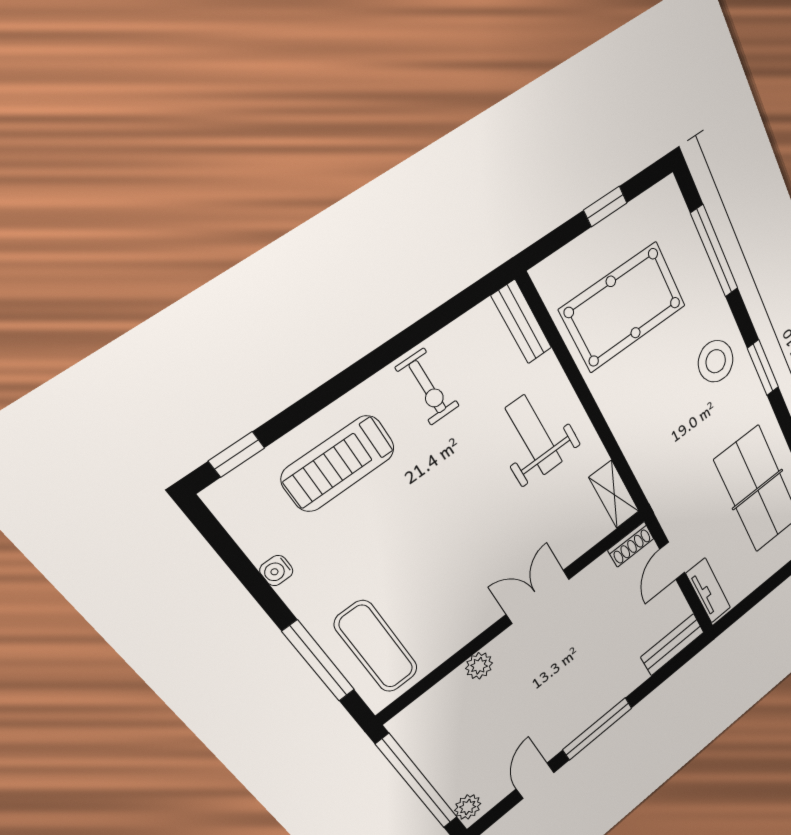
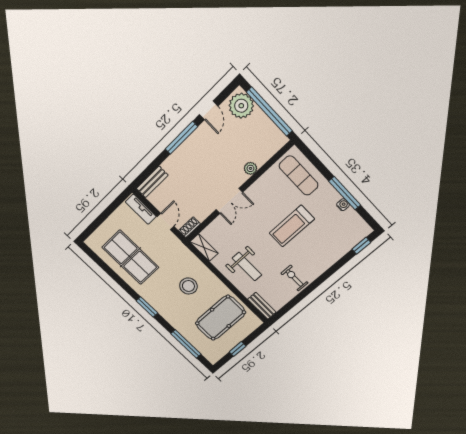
stool: (716, 361) -> (188, 286), moved
treadmill: (338, 463) -> (292, 226), moved, turned 180
window: (319, 661) -> (345, 193), moved
plant: (468, 807) -> (241, 106), width x1.87, depth x1.87

